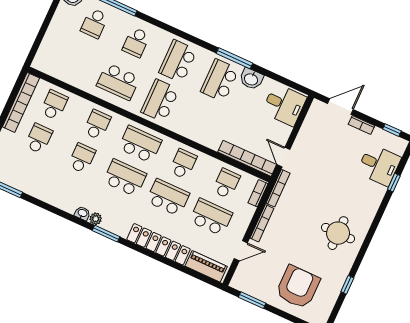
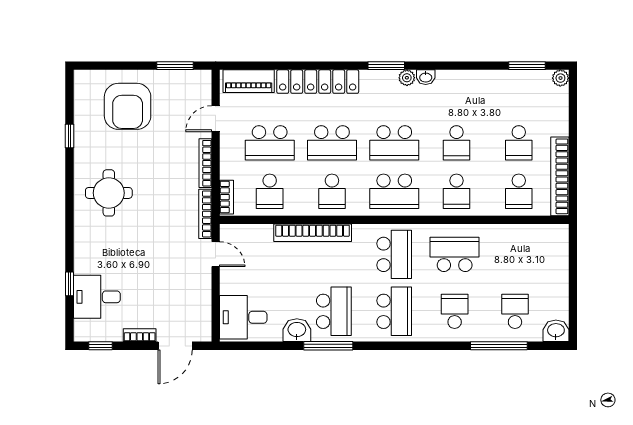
bookcase: (247, 158) -> (313, 233), moved

